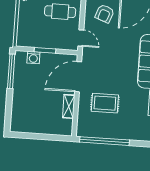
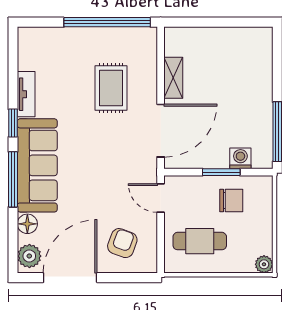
chair: (40, 34) -> (231, 200), added
rug: (105, 103) -> (111, 88), turned 90

